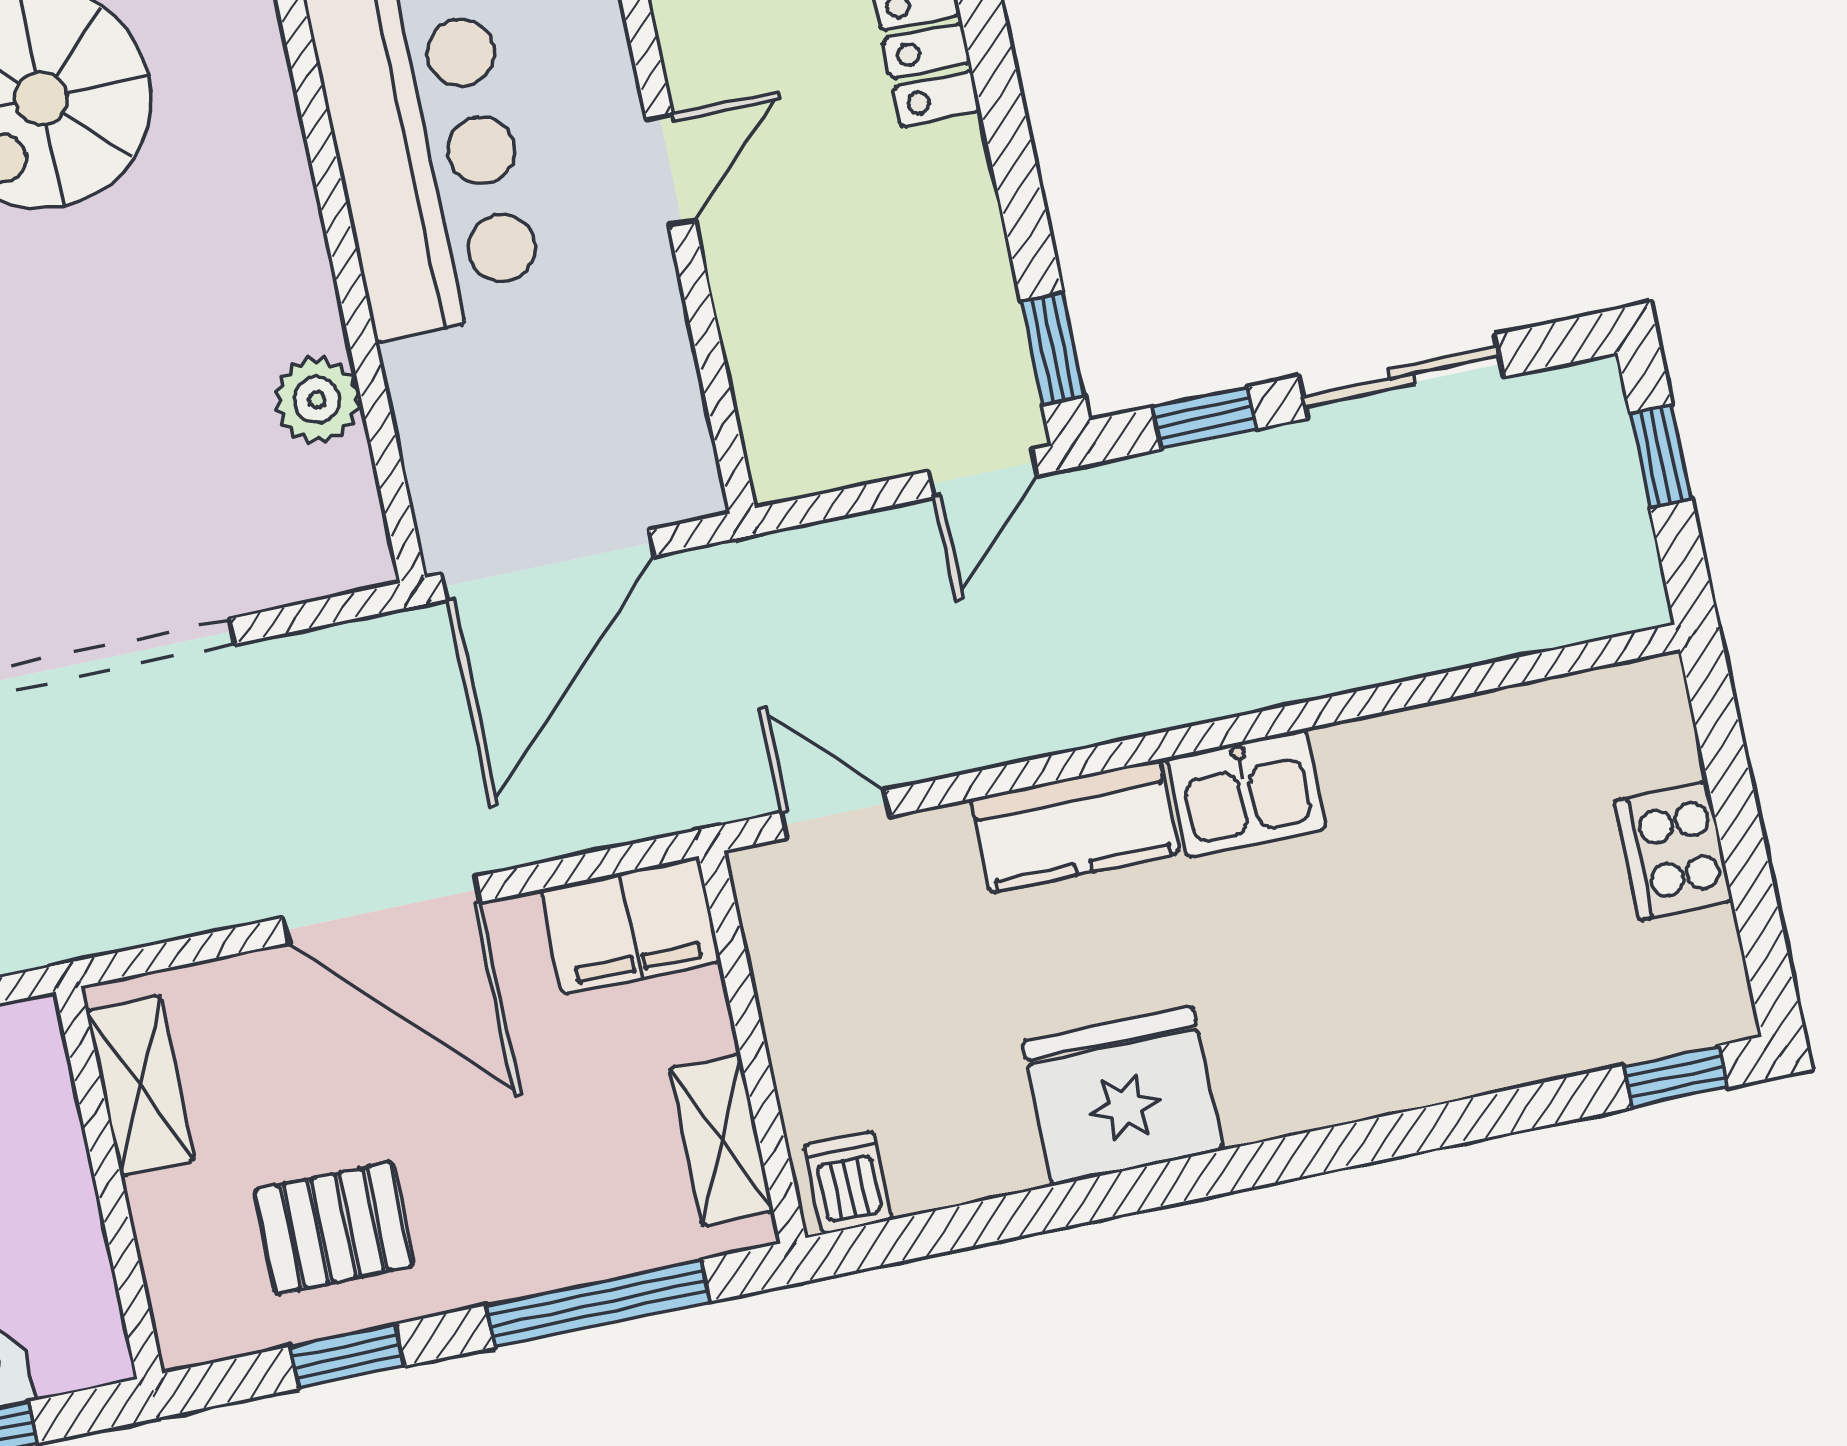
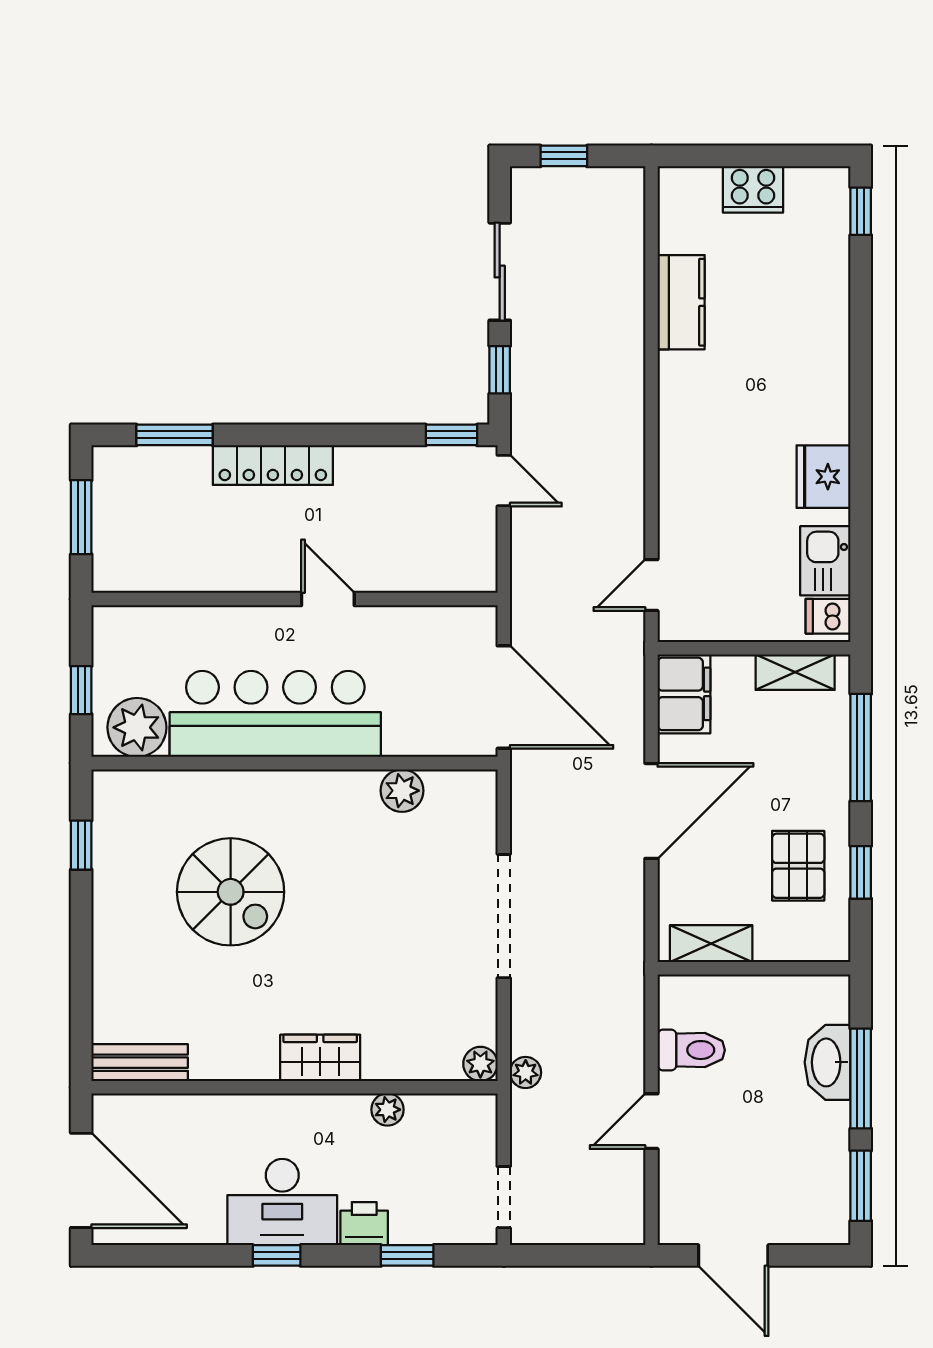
kitchen sink: (1246, 793) -> (825, 561), moved, turned 180
kitchen counter: (1075, 826) -> (681, 302), moved
fridge: (1122, 1096) -> (823, 477), width x0.73, depth x0.75

